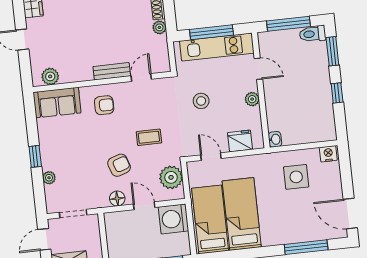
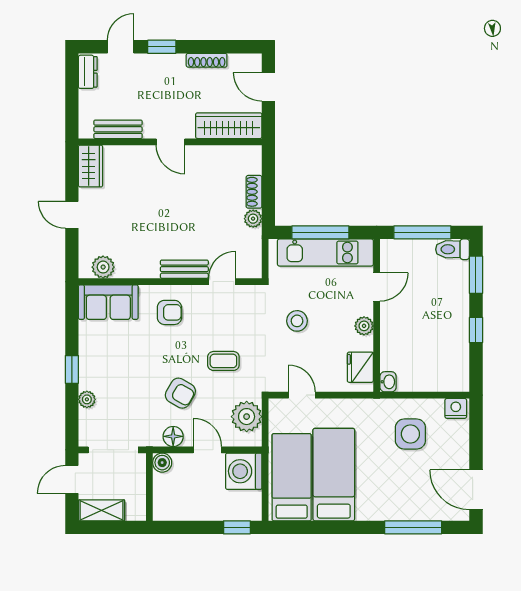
door: (258, 69) -> (377, 287), hinge flipped
fridge: (240, 141) -> (360, 367), moved, turned -90
armchair: (119, 165) -> (180, 393), turned 49
doorway: (73, 214) -> (113, 450), width x1.38
boiler: (111, 219) -> (162, 463), added

